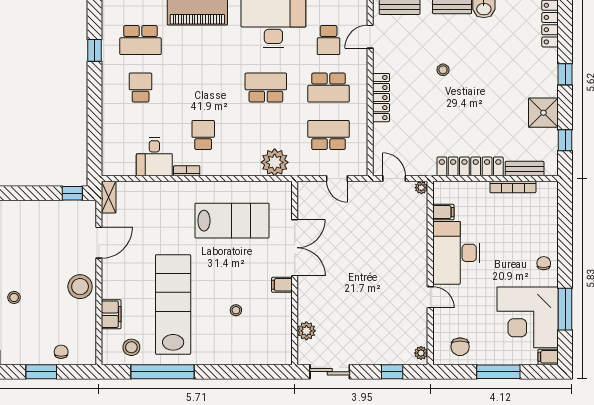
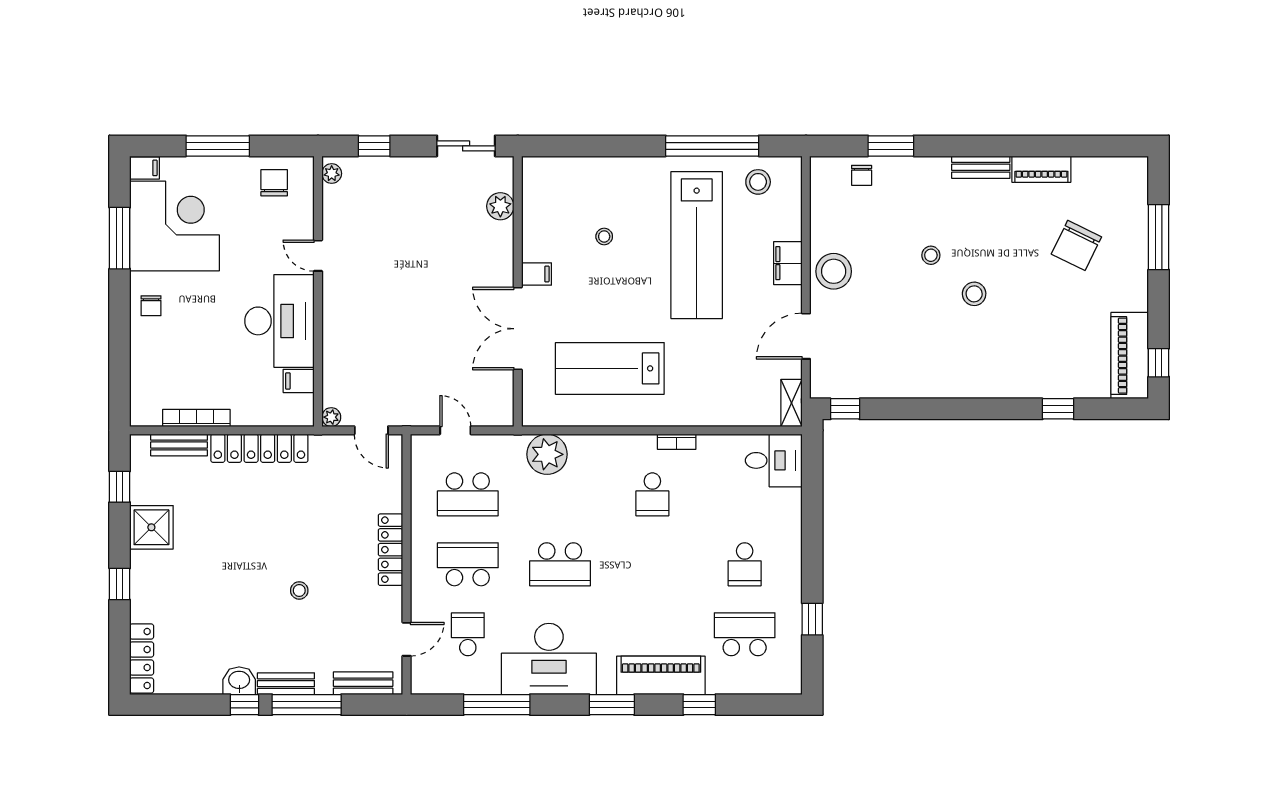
desk: (154, 157) -> (774, 460), moved, turned 90
filing cabinet: (111, 314) -> (788, 263), moved

